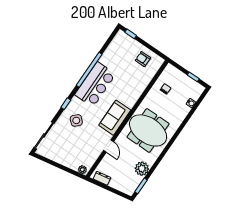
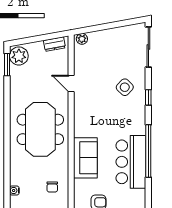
bar counter: (95, 84) -> (131, 162), moved
sofa: (115, 118) -> (85, 158), moved
meeting table: (148, 130) -> (40, 129), turned 90
plant: (142, 169) -> (19, 56), moved

